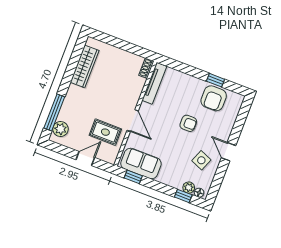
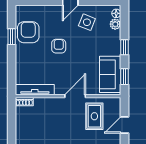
armchair: (214, 98) -> (28, 32), turned -90
door: (85, 159) -> (124, 125), hinge flipped
window: (183, 196) -> (124, 47), moved

